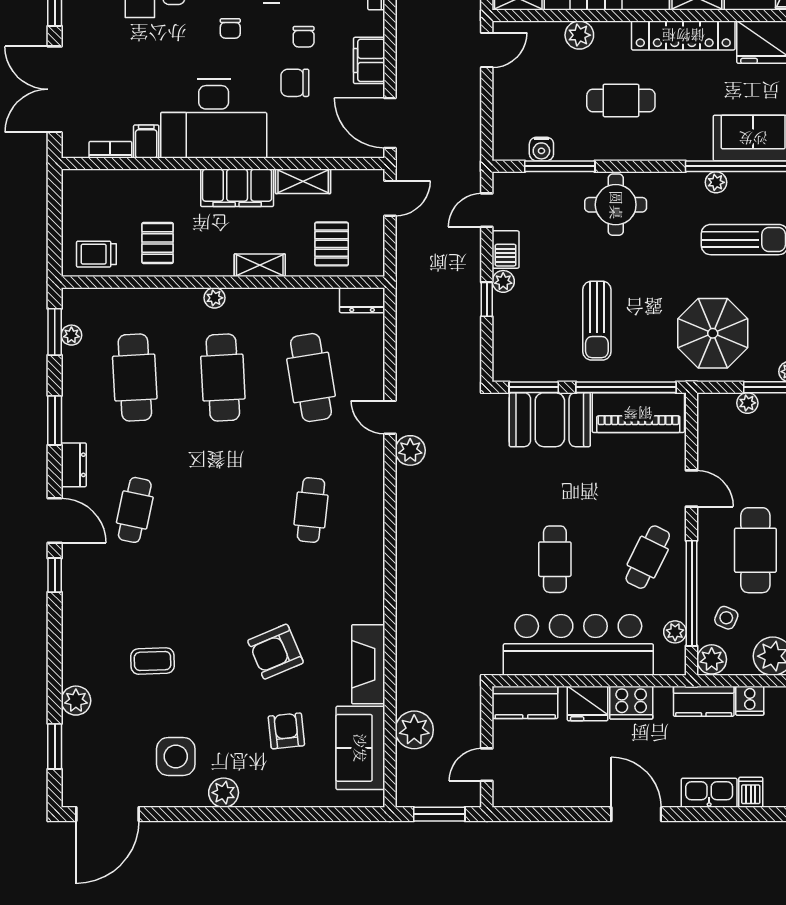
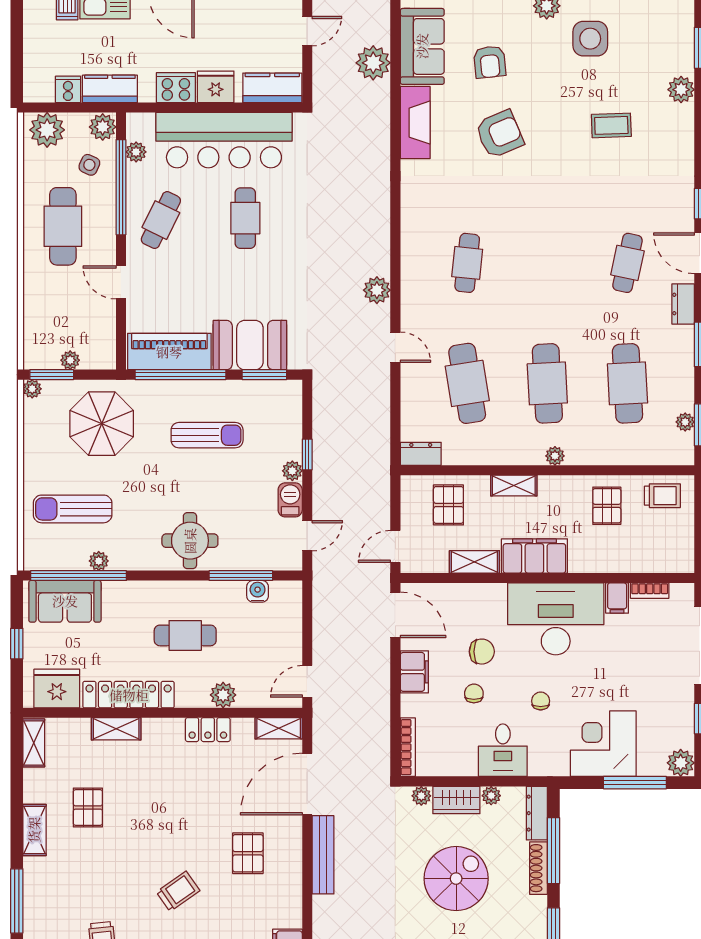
sun lounger: (597, 321) -> (207, 435), turned 90
plant: (410, 450) -> (377, 290), moved

